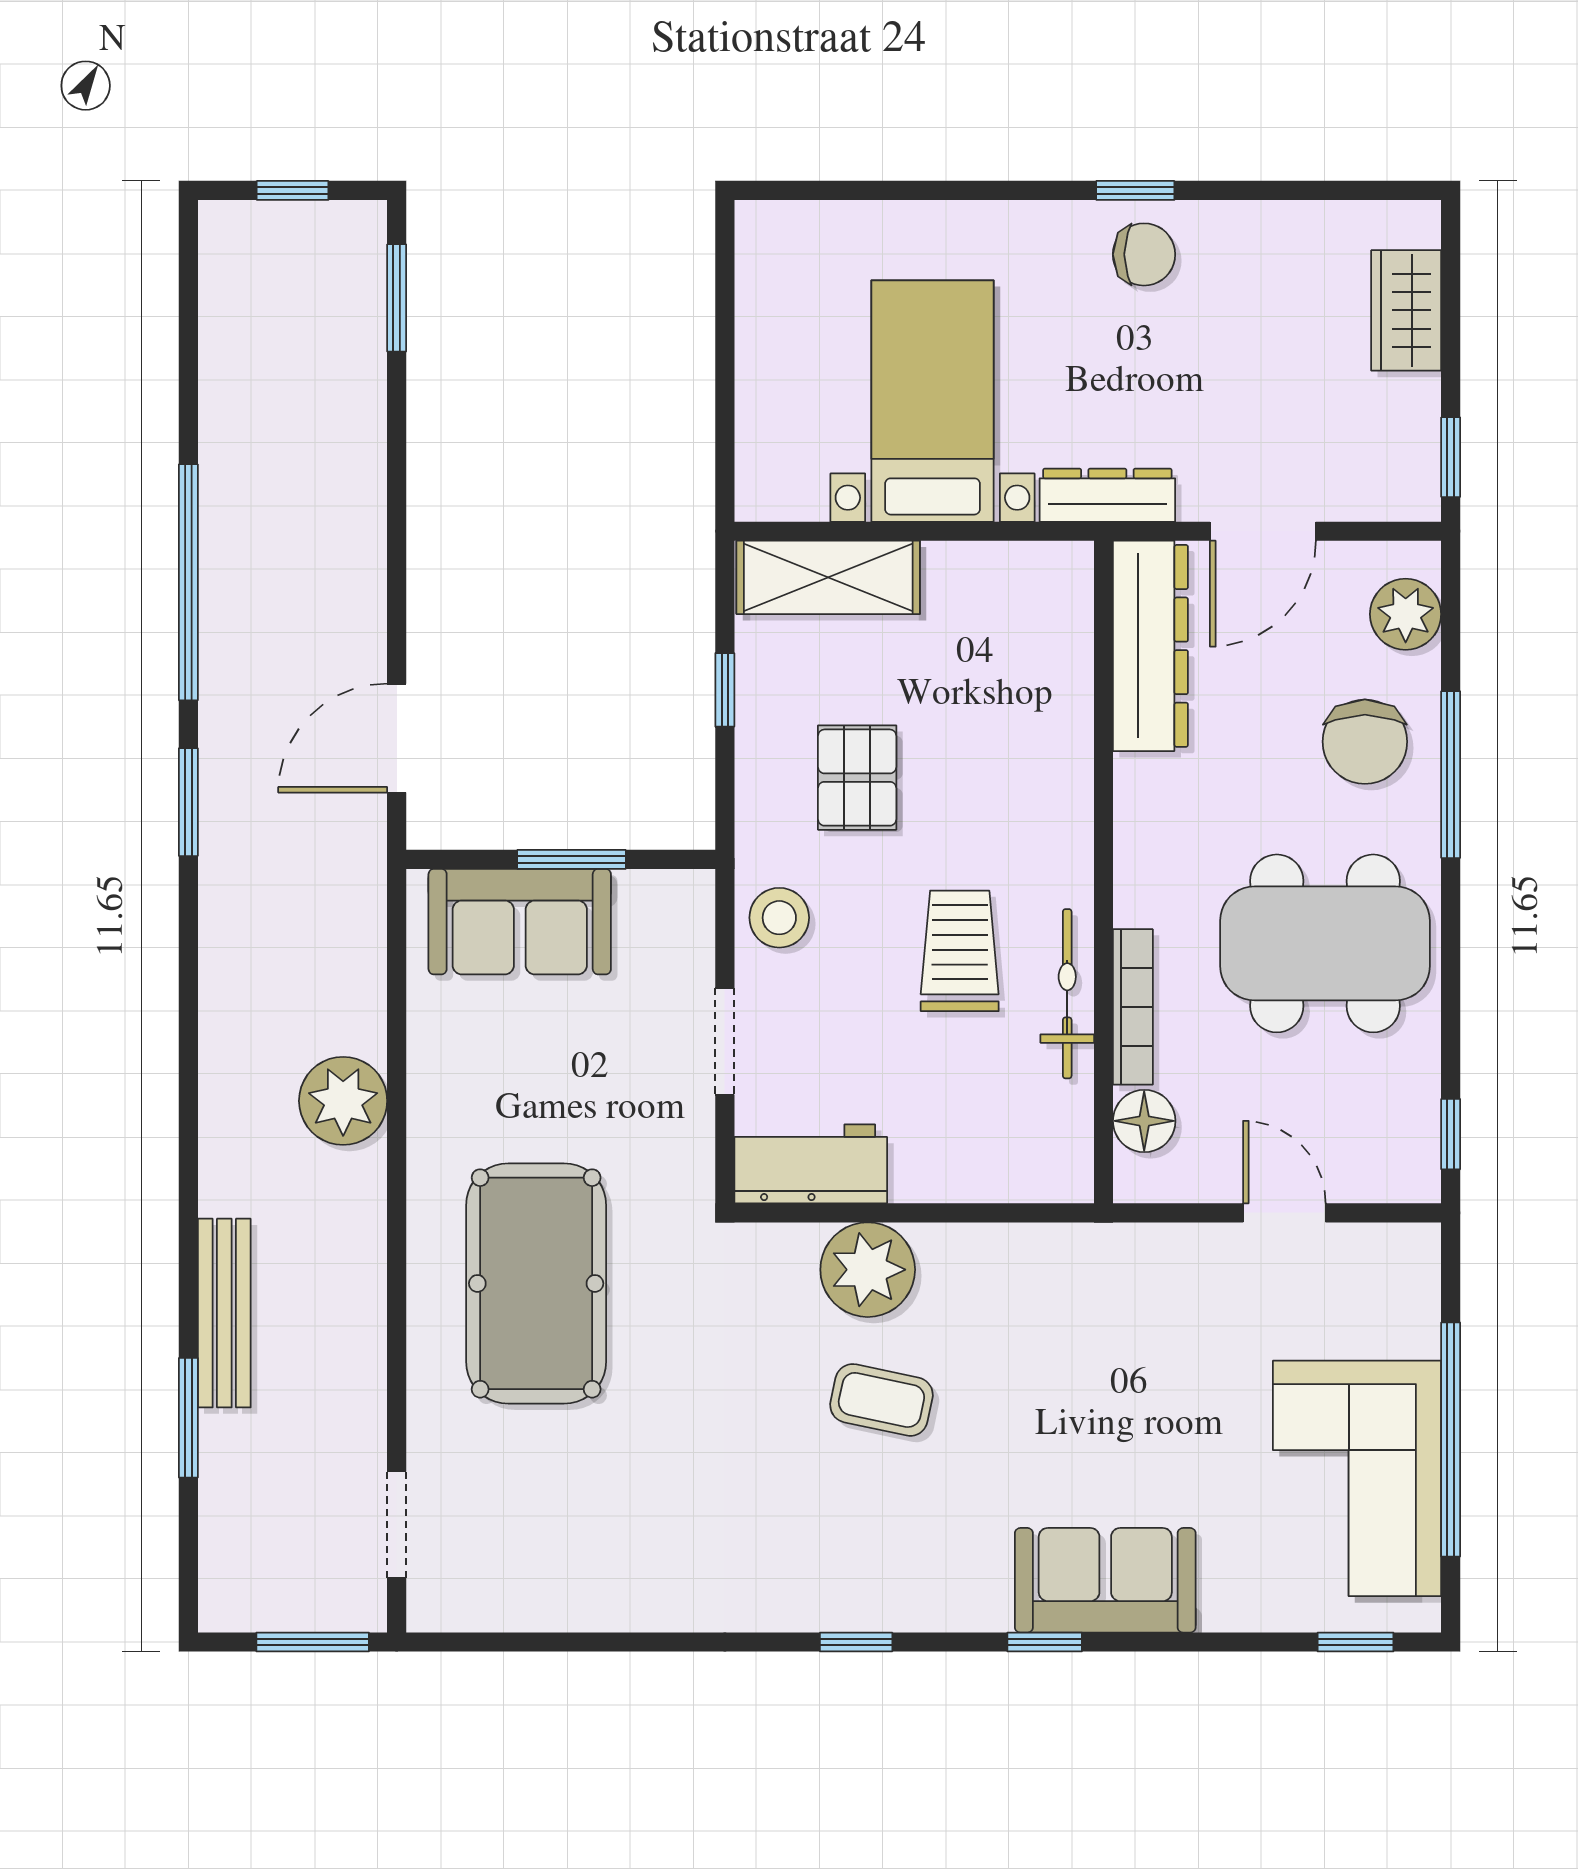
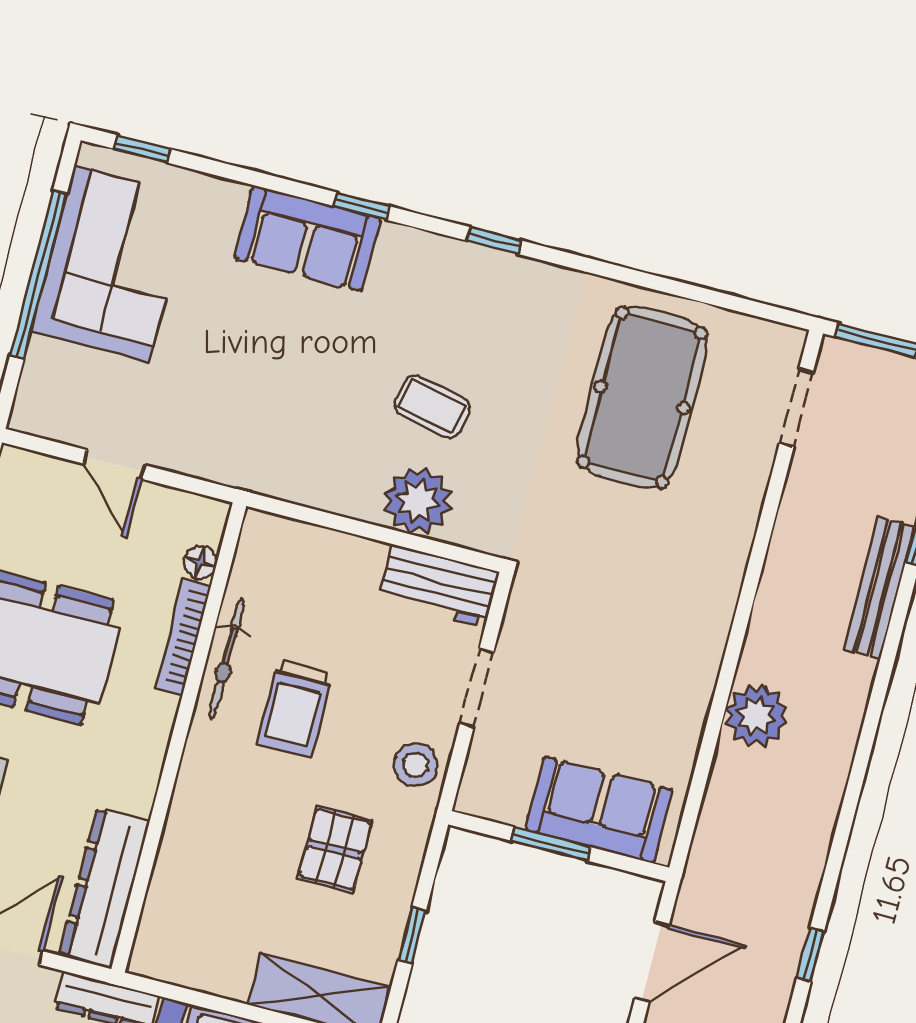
window: (188, 802) -> (810, 955), width x0.67
floor lamp: (1144, 1121) -> (200, 562), width x0.73, depth x0.73
pool table: (536, 1283) -> (642, 397), moved

